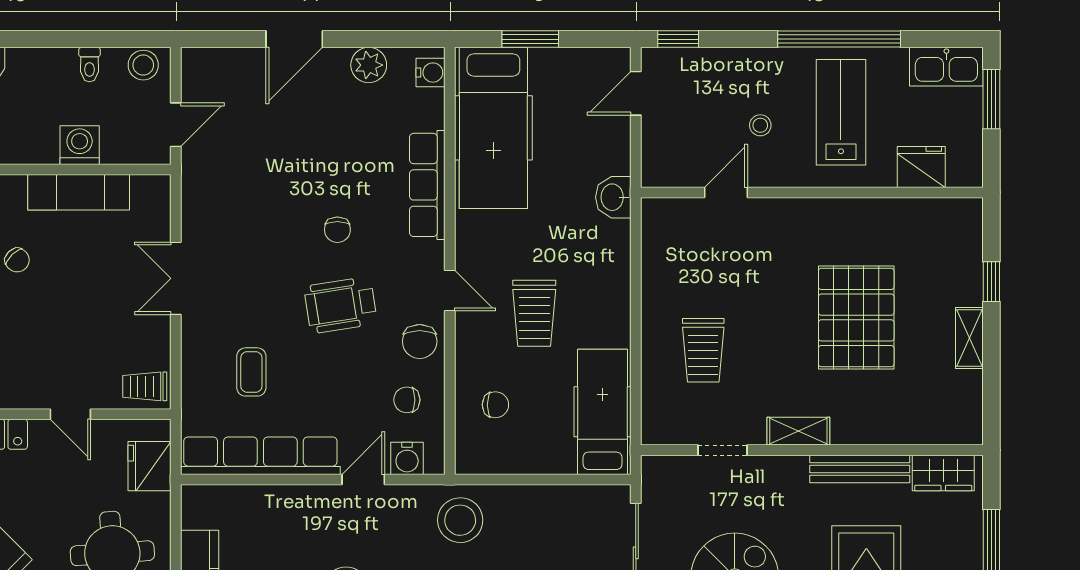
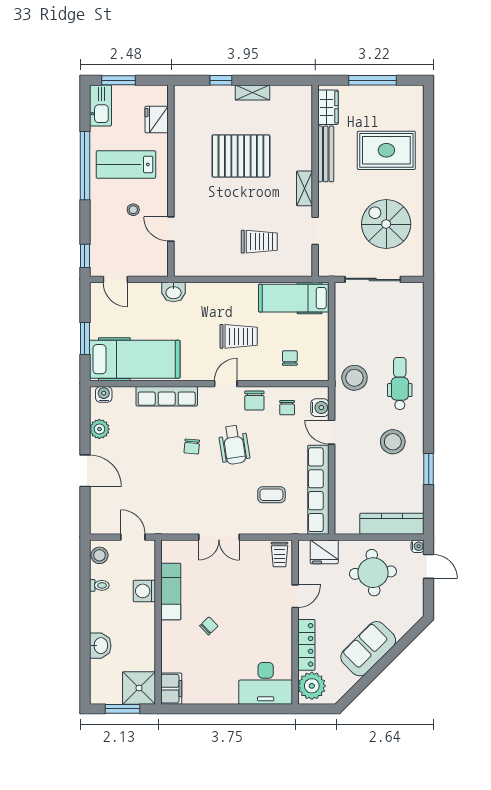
chair: (337, 230) -> (192, 447), turned 95
chair: (420, 342) -> (254, 400), turned 90

